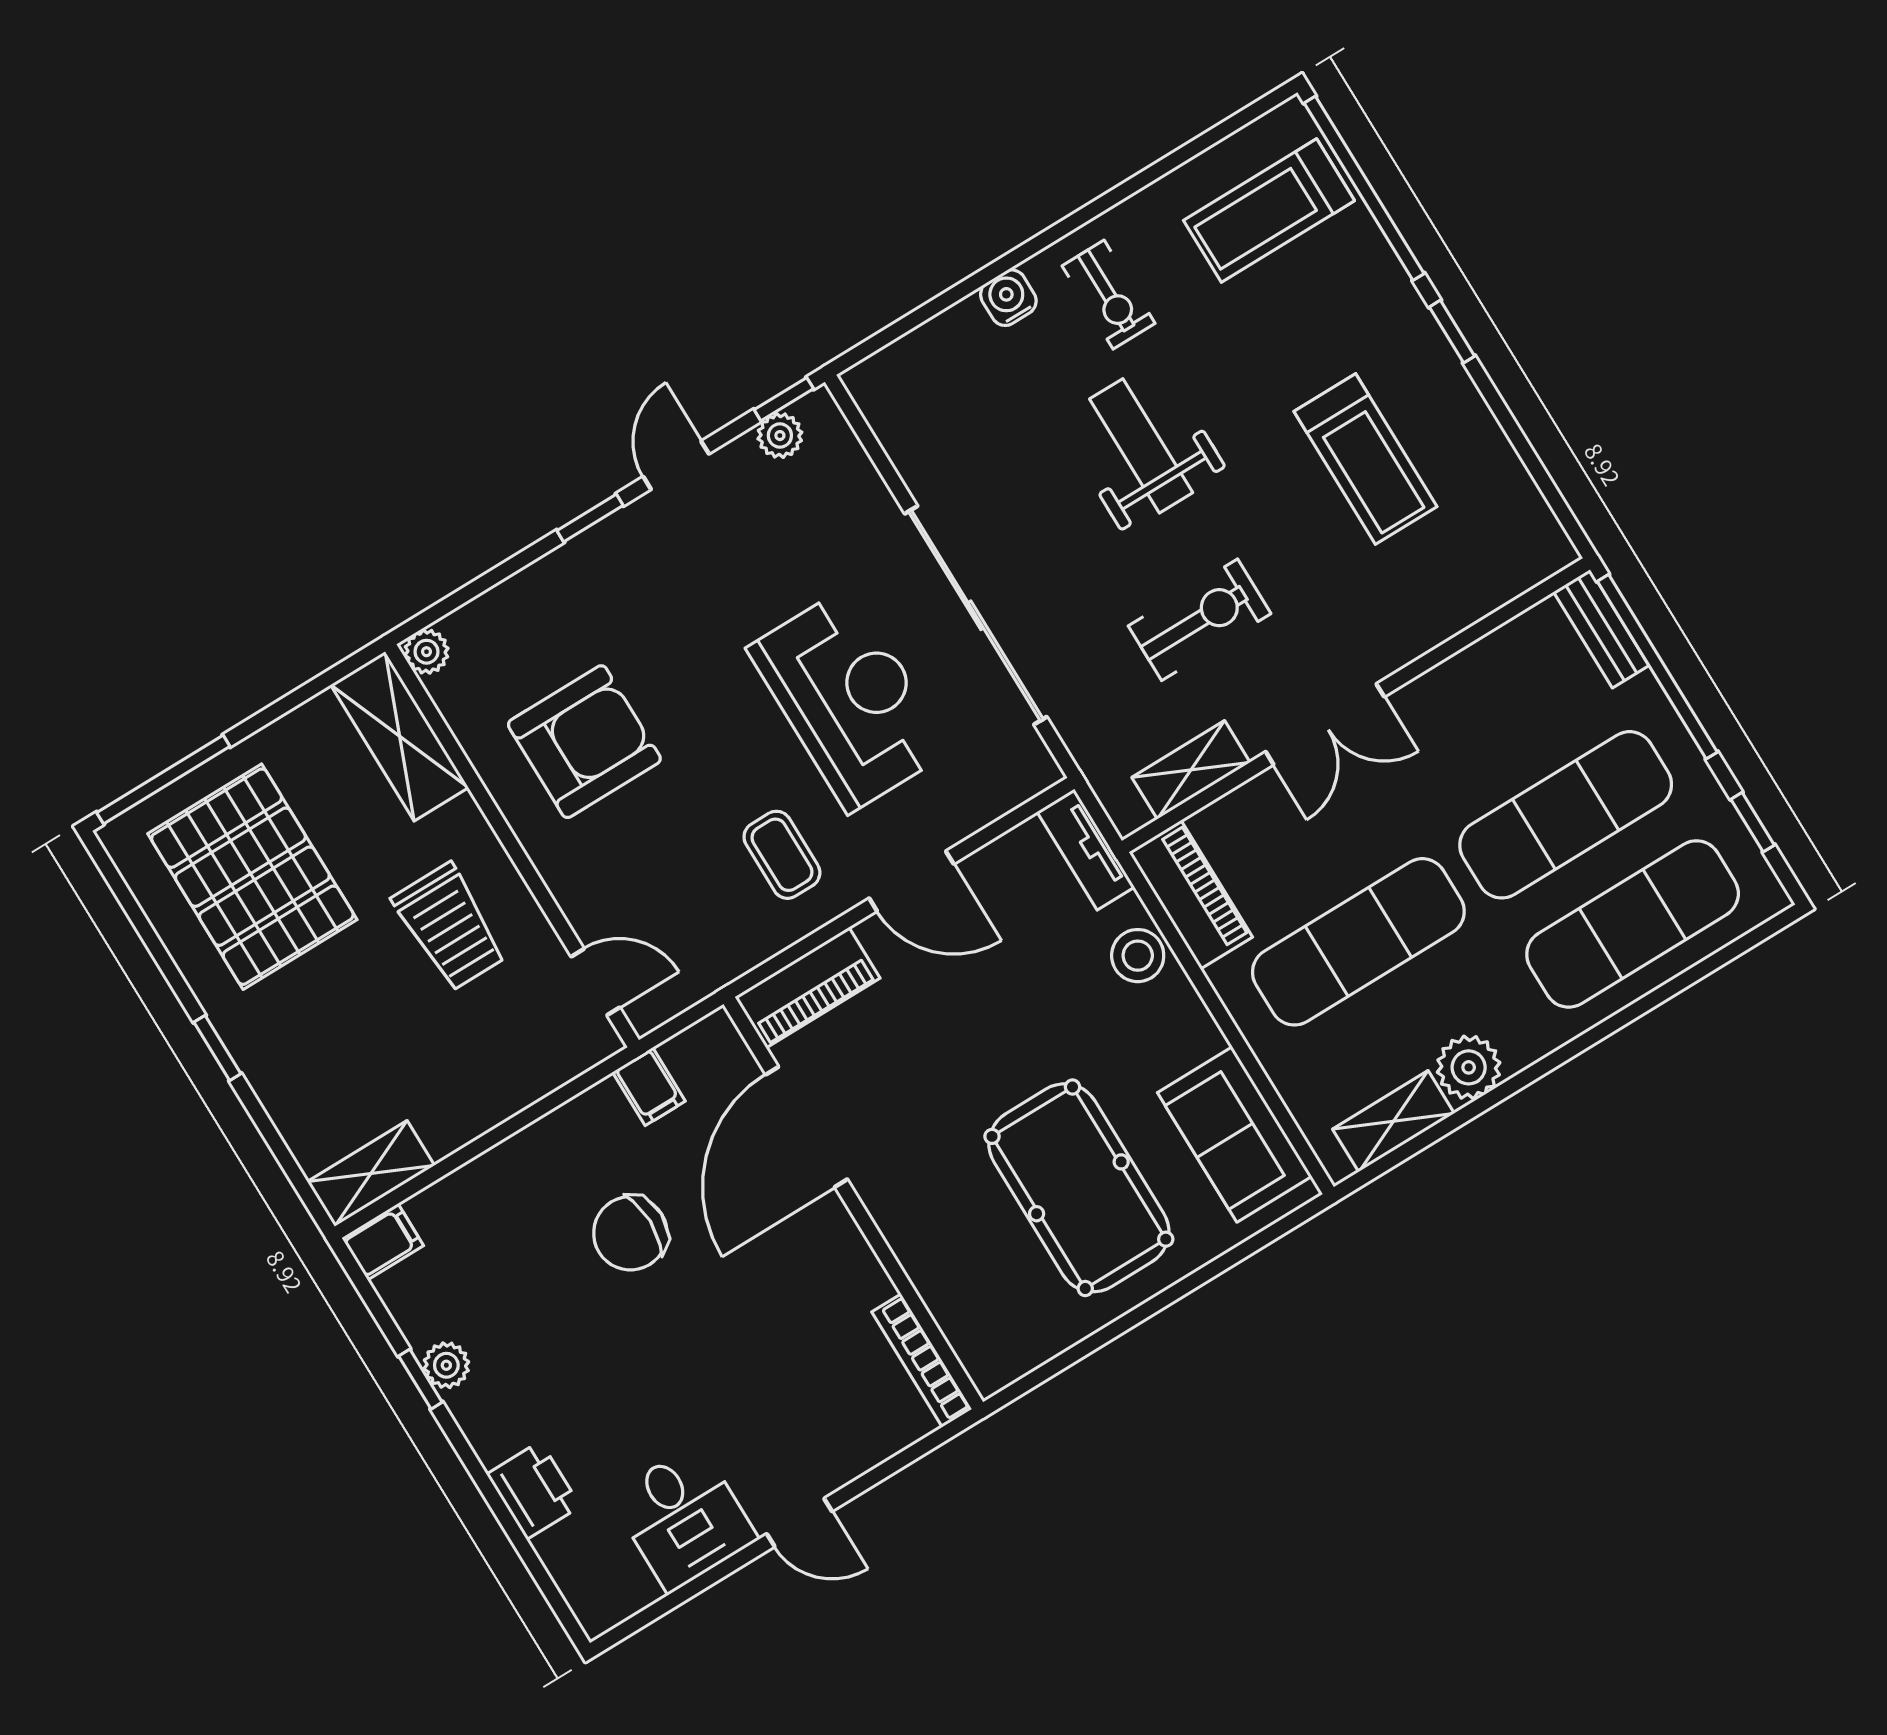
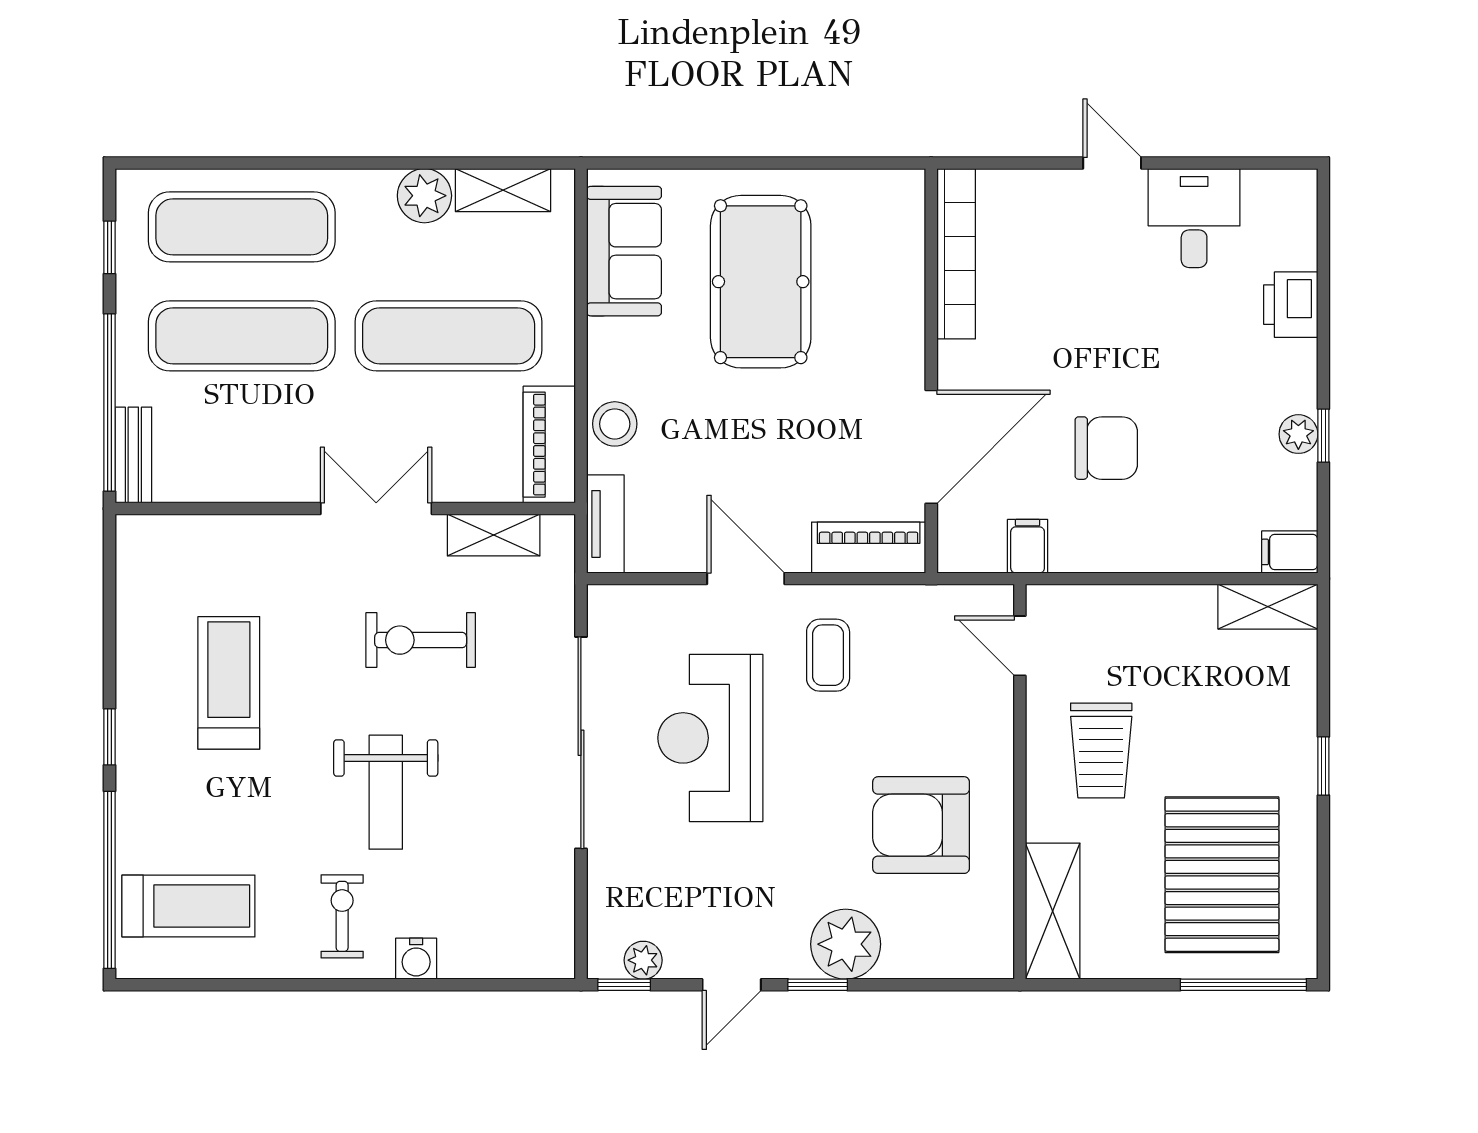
plant: (426, 652) -> (846, 944), moved, width x1.88, depth x1.88
trolley: (450, 927) -> (1101, 751), turned 180
bookcase: (922, 1361) -> (956, 254), width x1.48, depth x1.31

